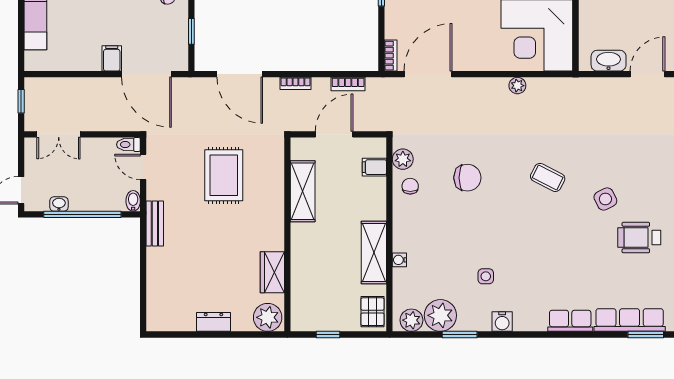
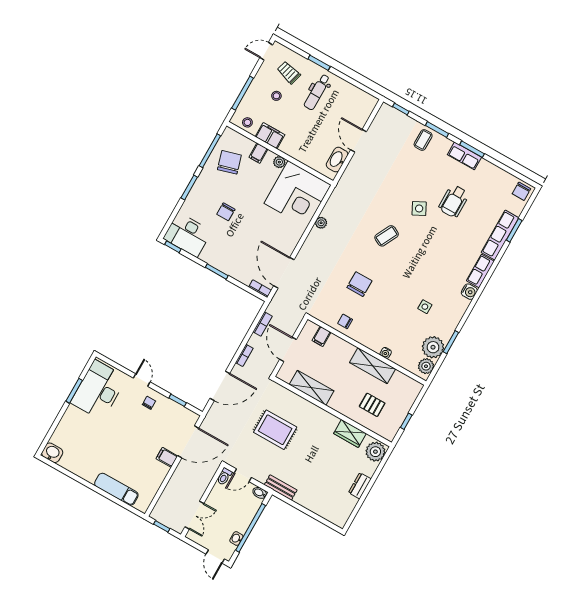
plant: (403, 159) -> (326, 317), removed
pallet: (373, 312) -> (372, 405), moved
water cooler: (502, 322) -> (469, 292), moved

